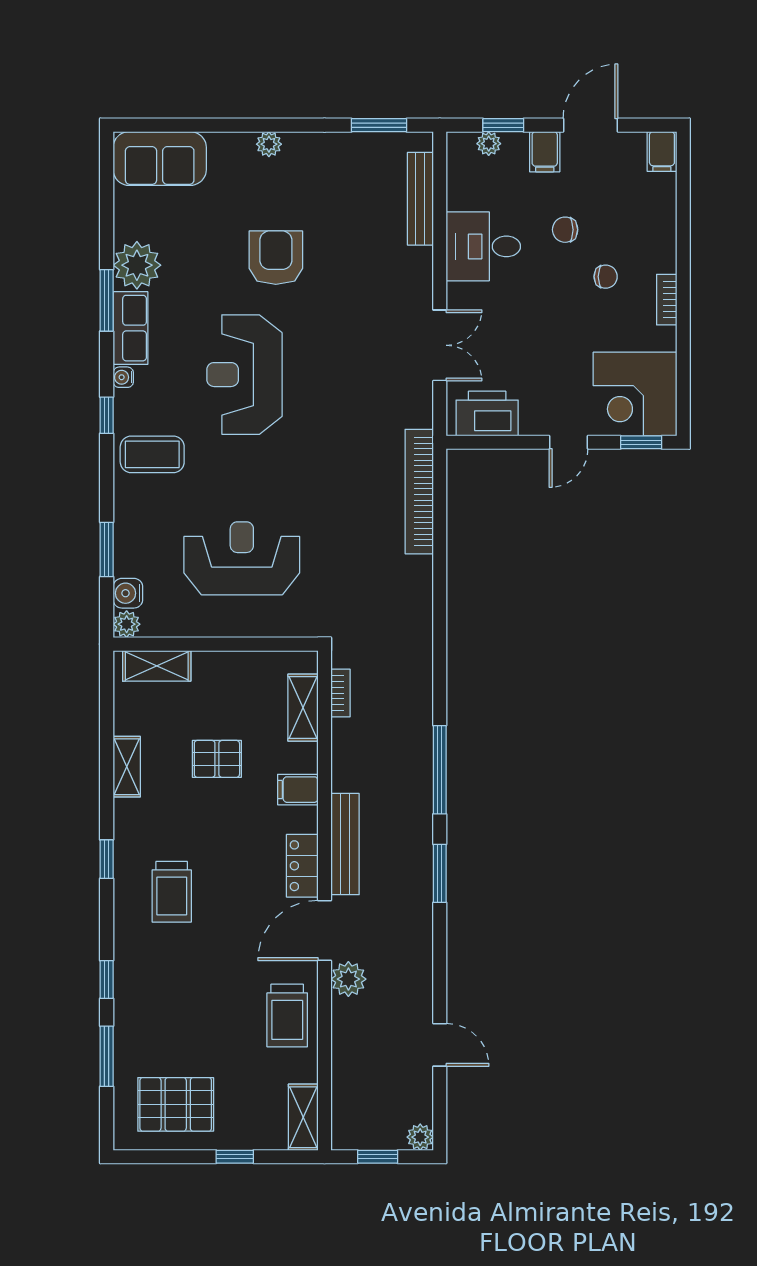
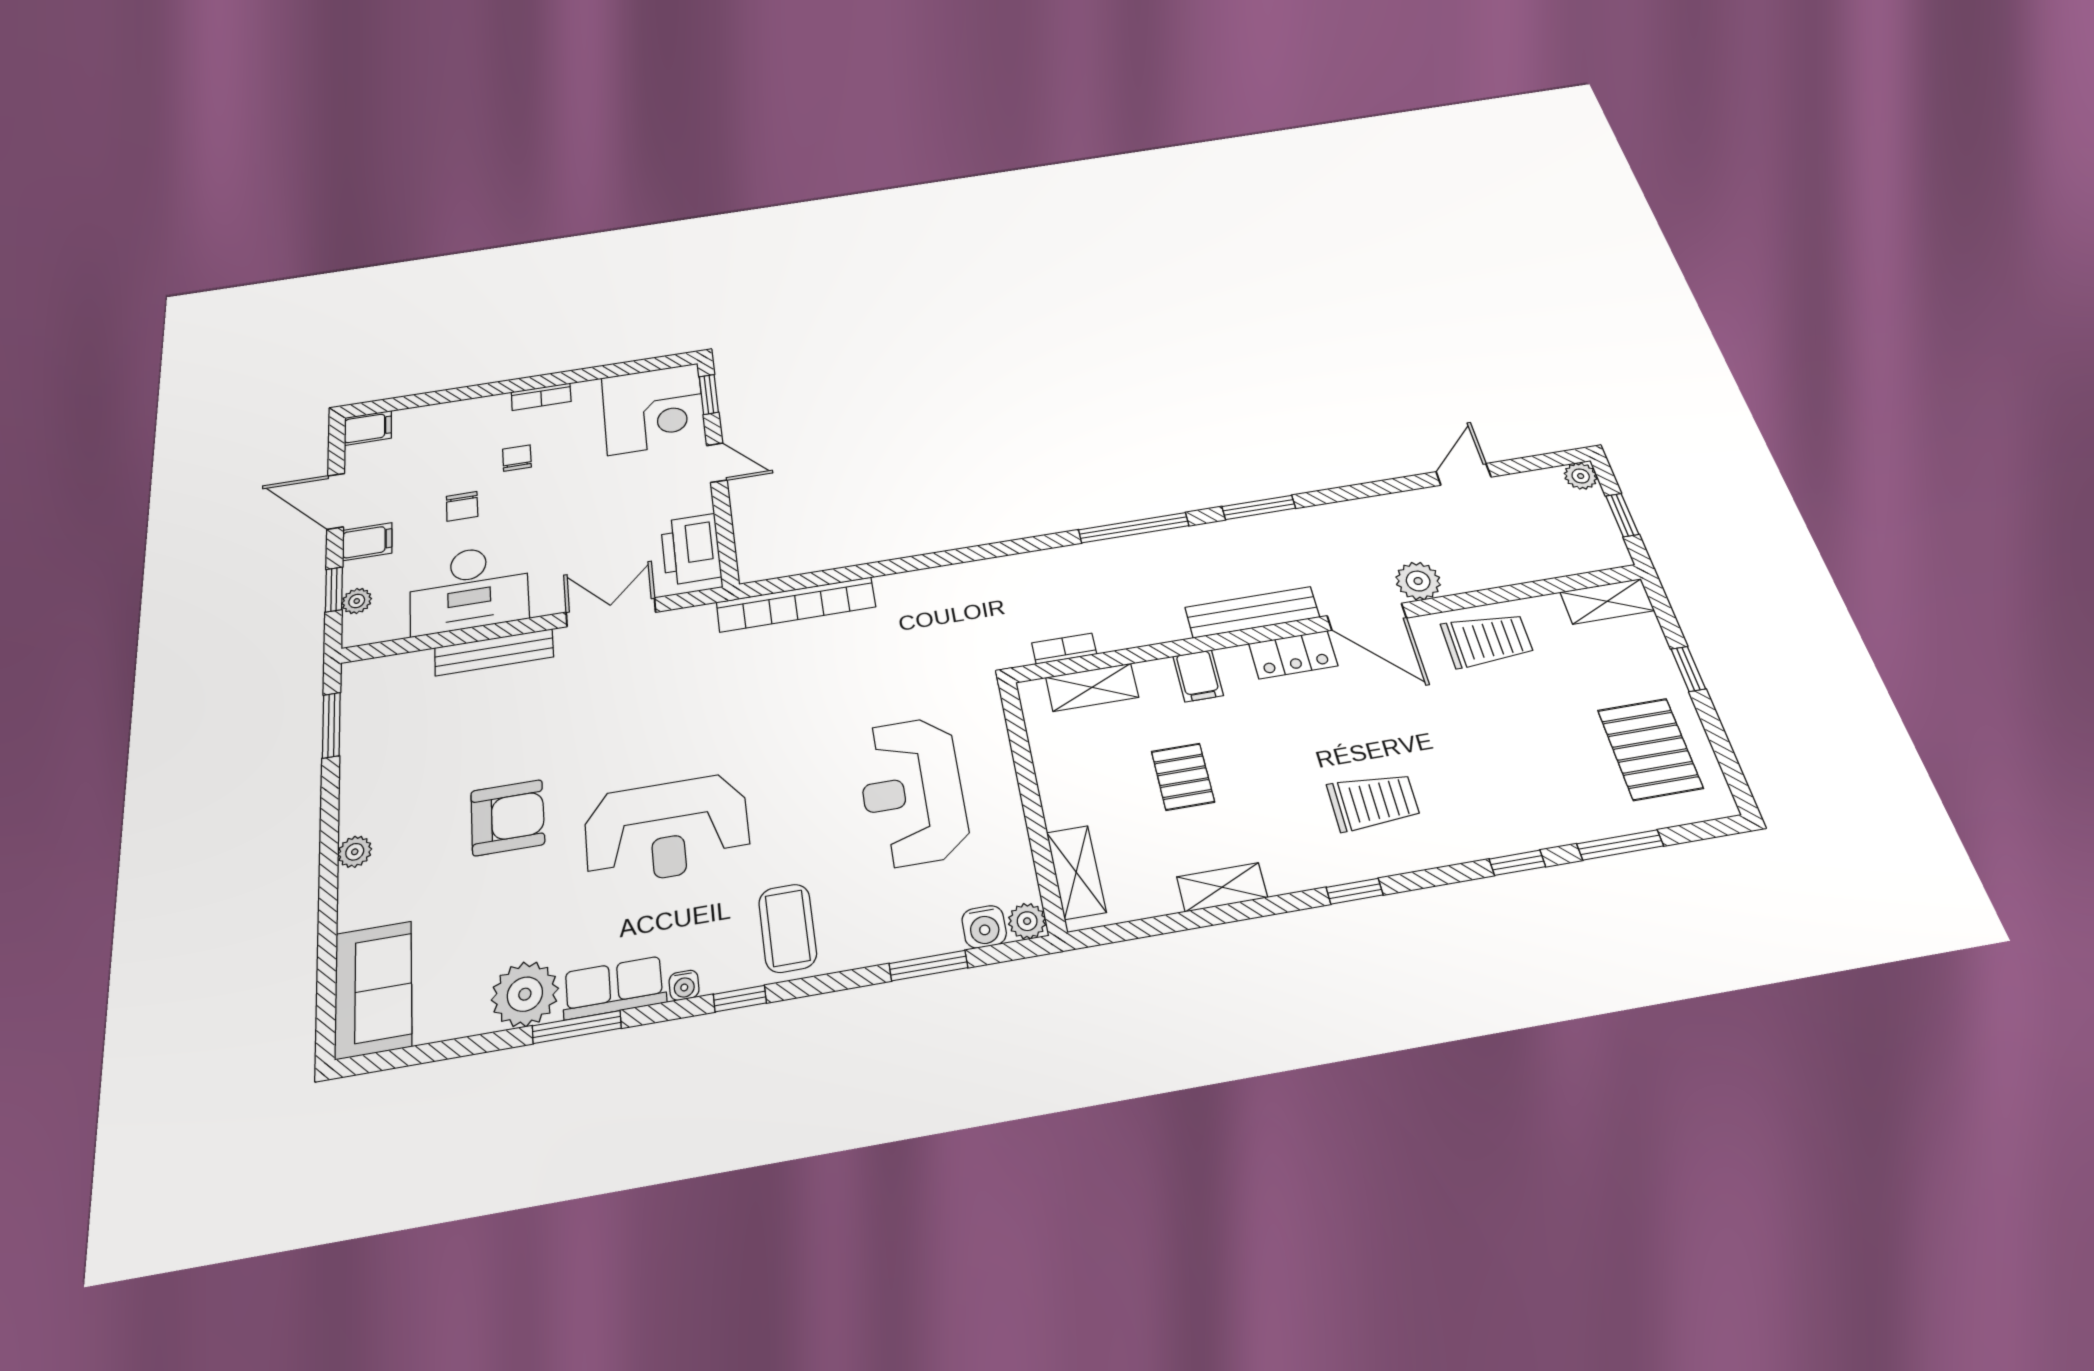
bench: (420, 199) -> (494, 652), moved
desk: (483, 246) -> (469, 589), width x1.37
armchair: (276, 258) -> (508, 818), turned 180

